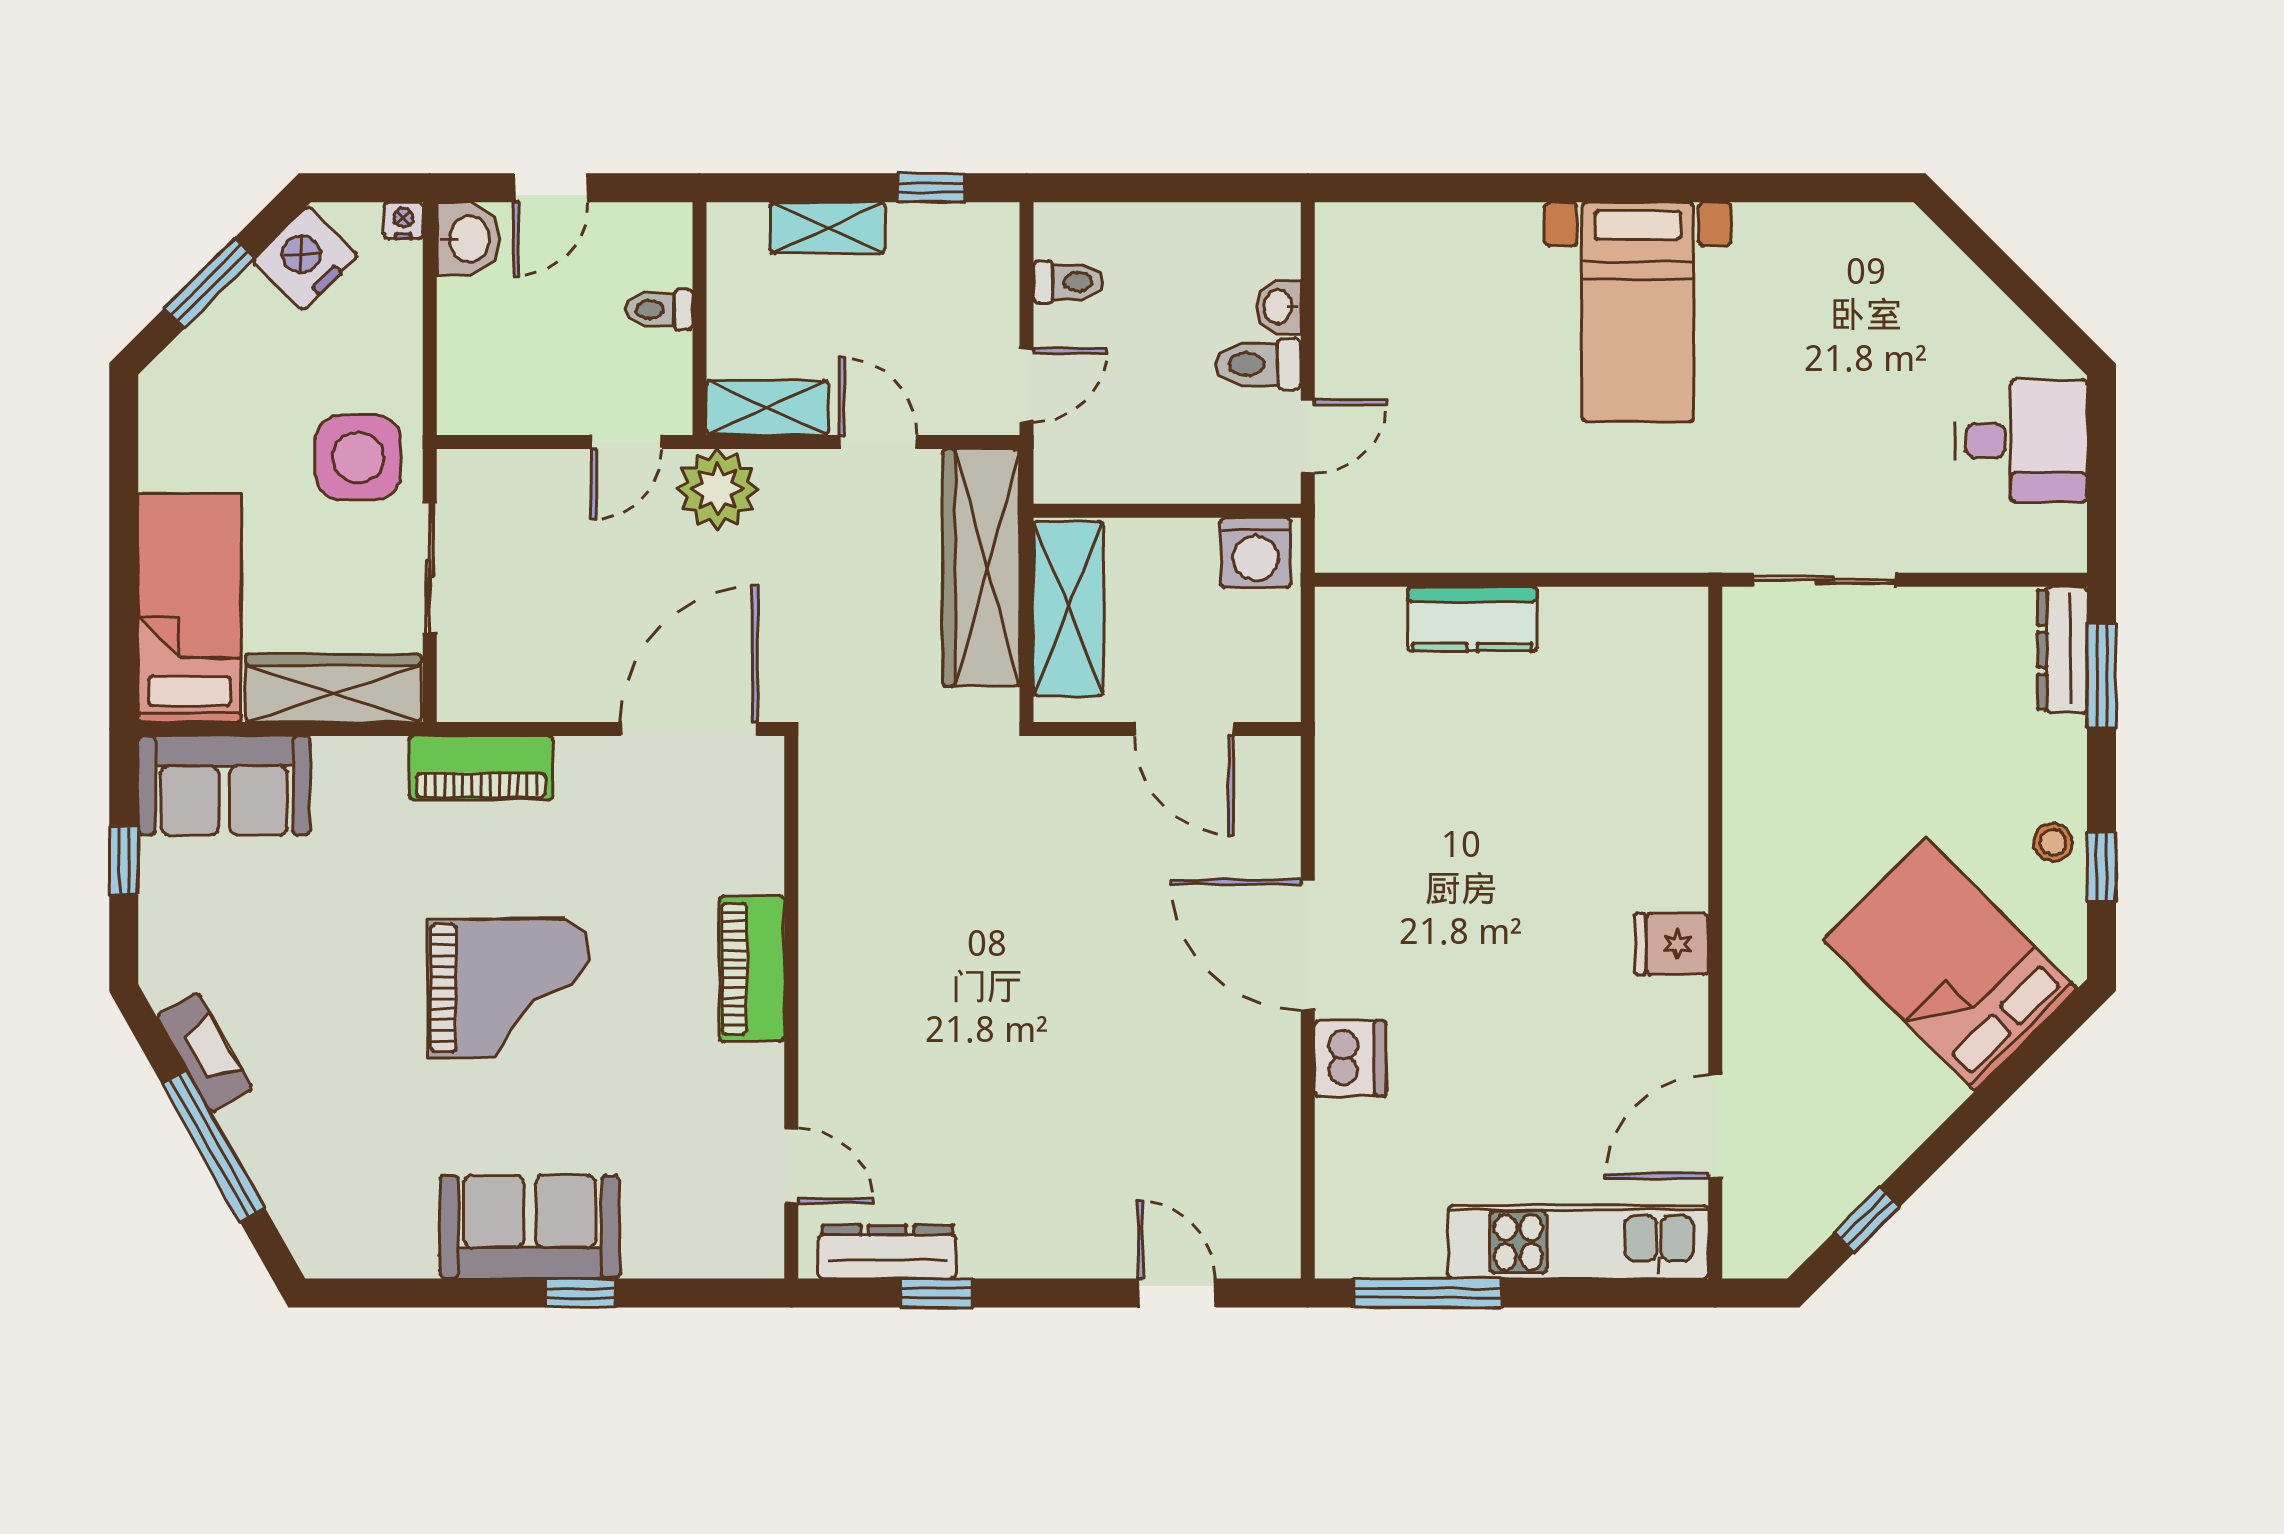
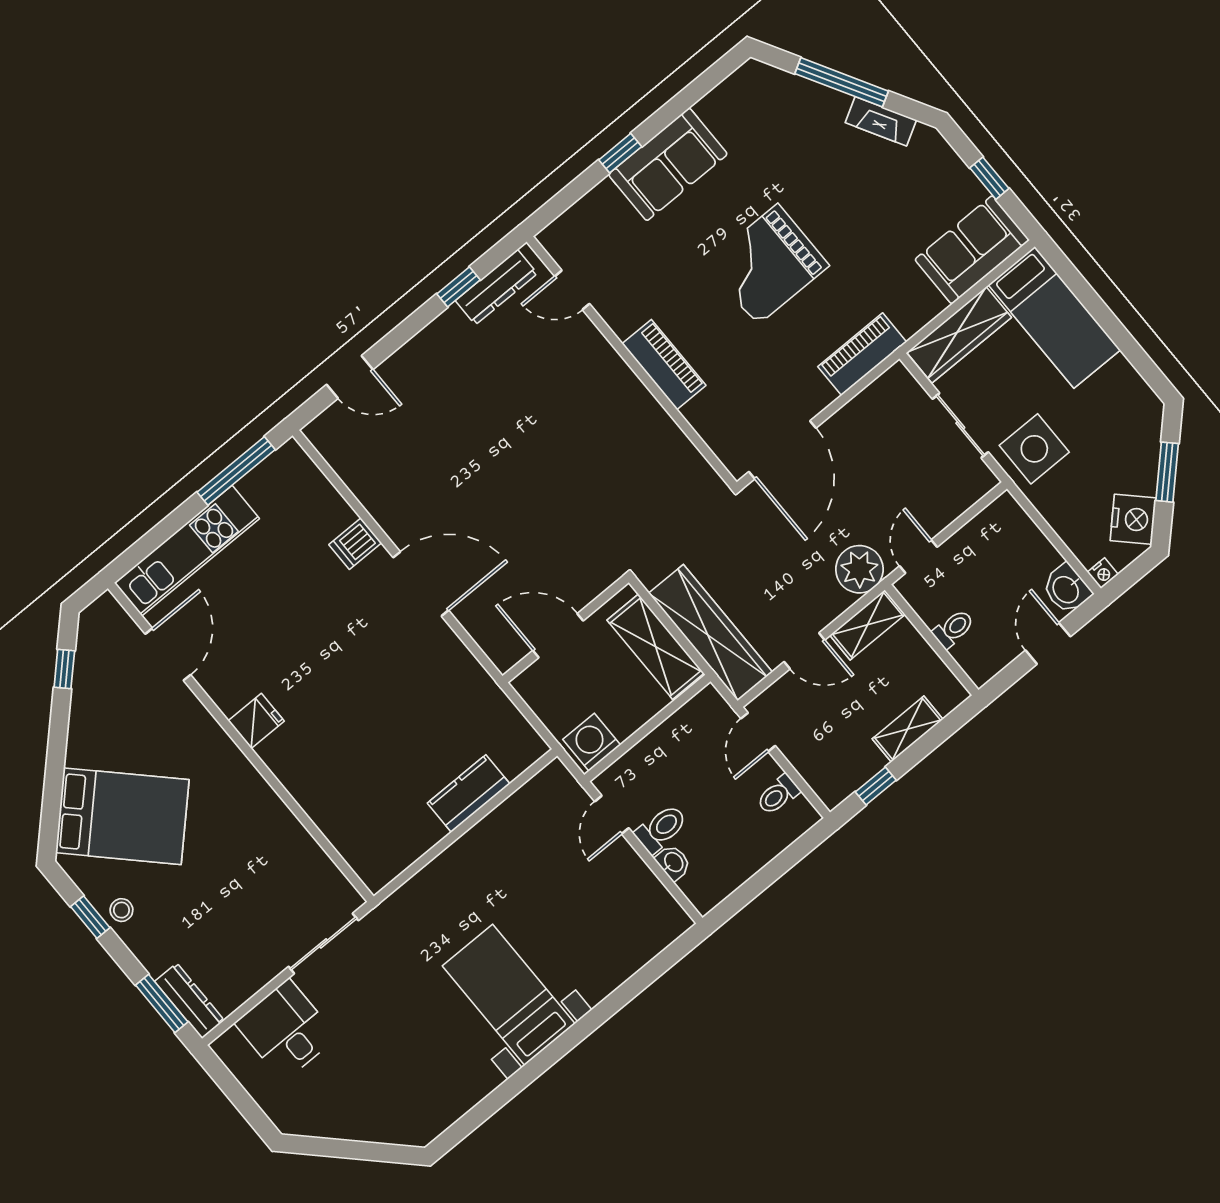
desk: (2021, 441) -> (286, 1030), moved, turned 90
dishwasher: (1350, 1058) -> (355, 544), width x0.73

